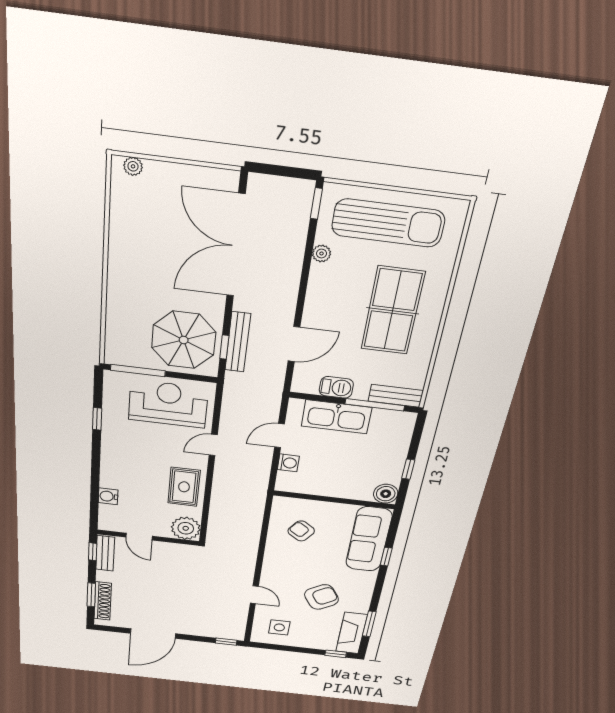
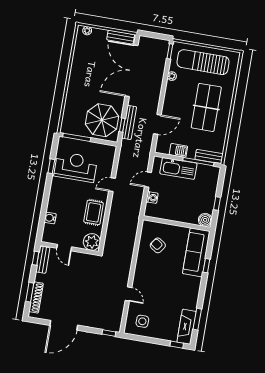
bench: (207, 177) -> (121, 37), added
sun lounger: (388, 223) -> (203, 62), turned 180
reception desk: (168, 404) -> (76, 167), moved
armchair: (321, 597) -> (169, 297), removed

